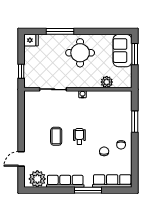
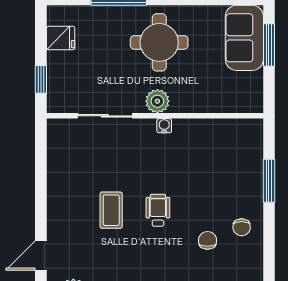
fridge: (31, 40) -> (61, 38), moved
plant: (107, 82) -> (157, 101), moved

